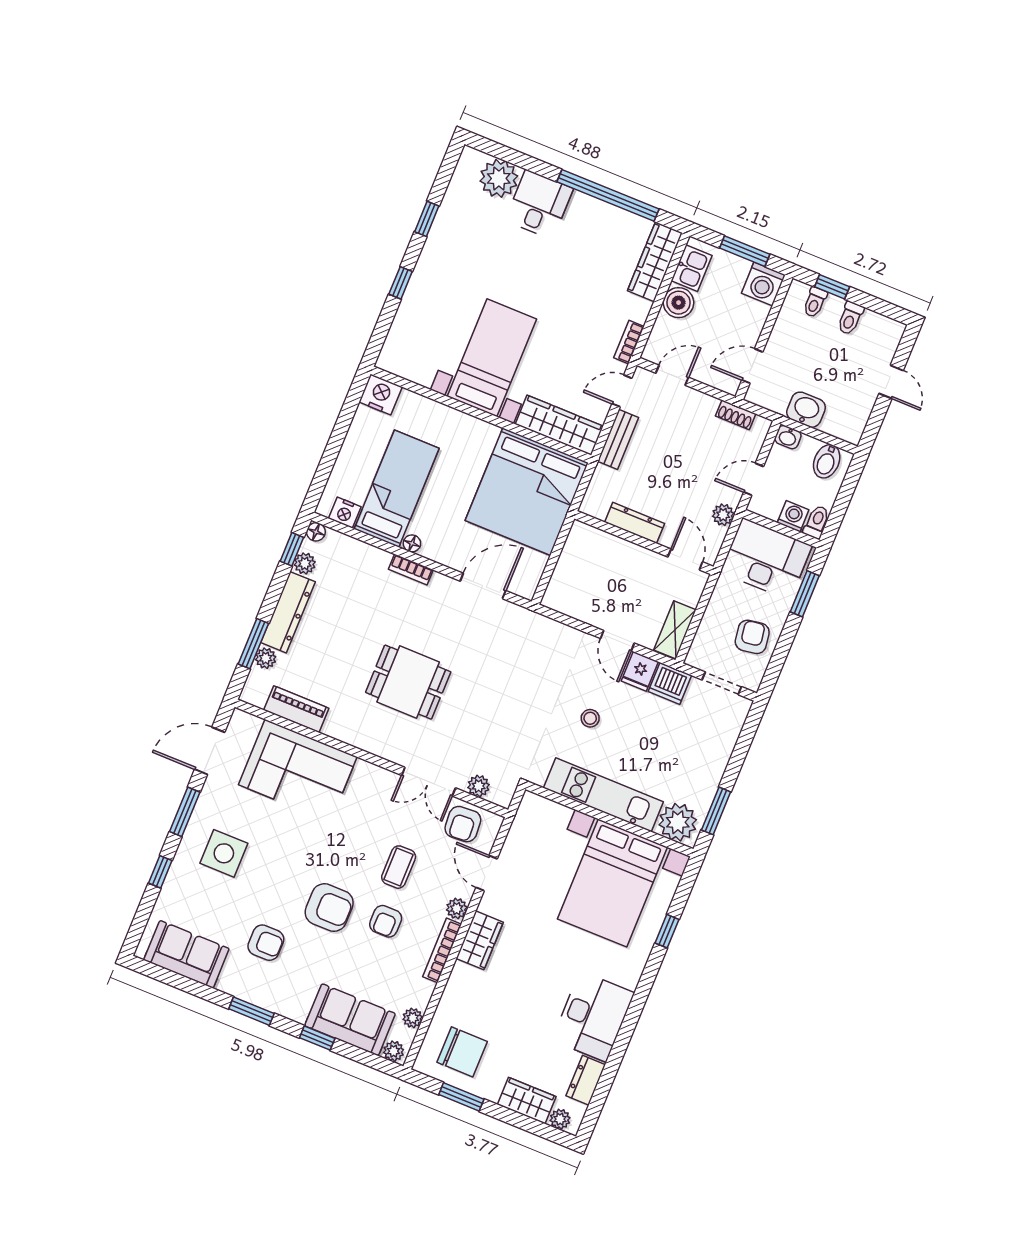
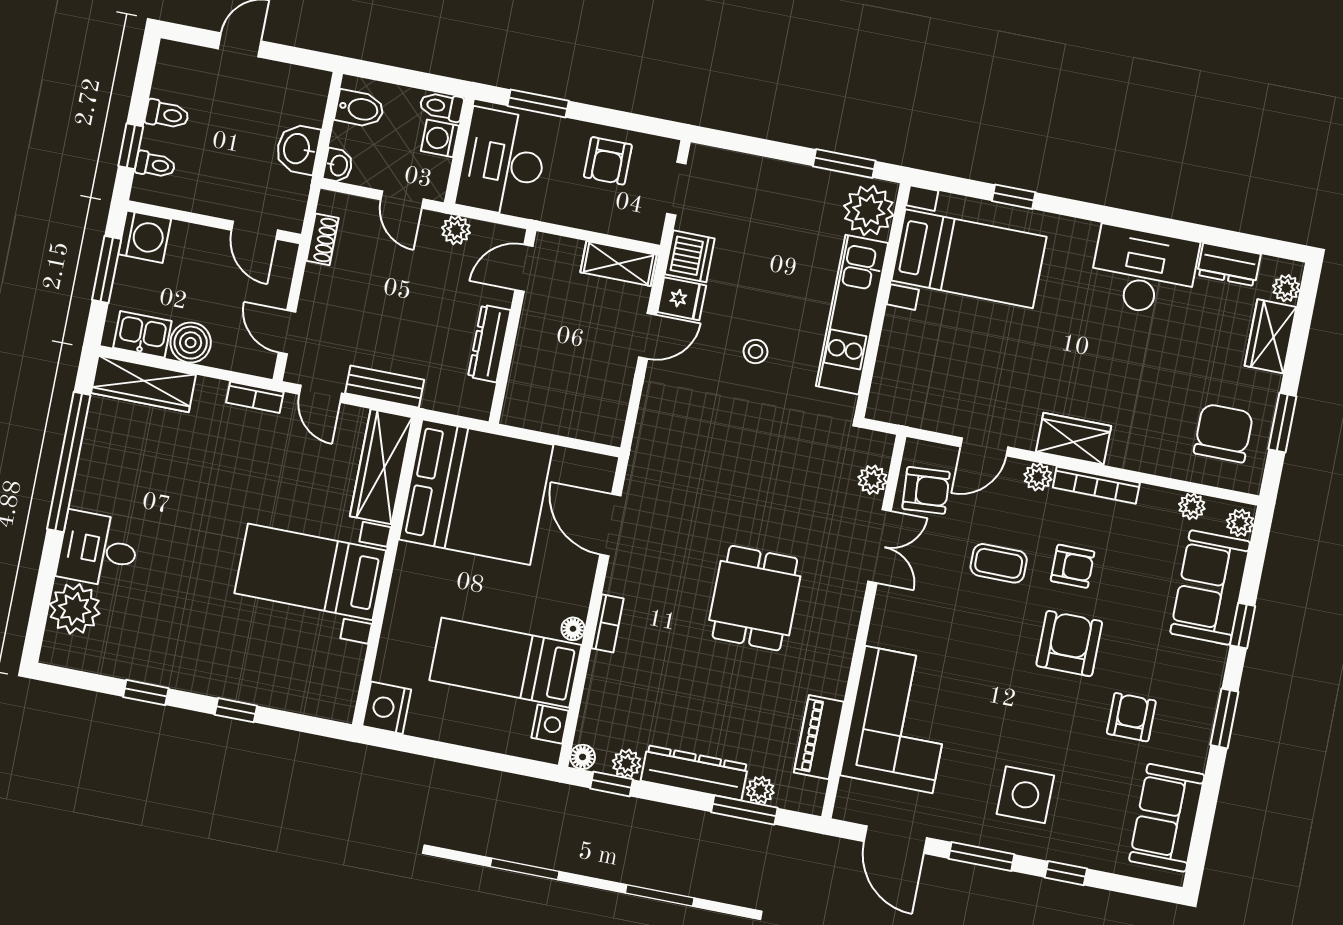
armchair: (752, 637) -> (608, 161), turned -81
bed with nightstands: (612, 883) -> (969, 259), width x0.73

